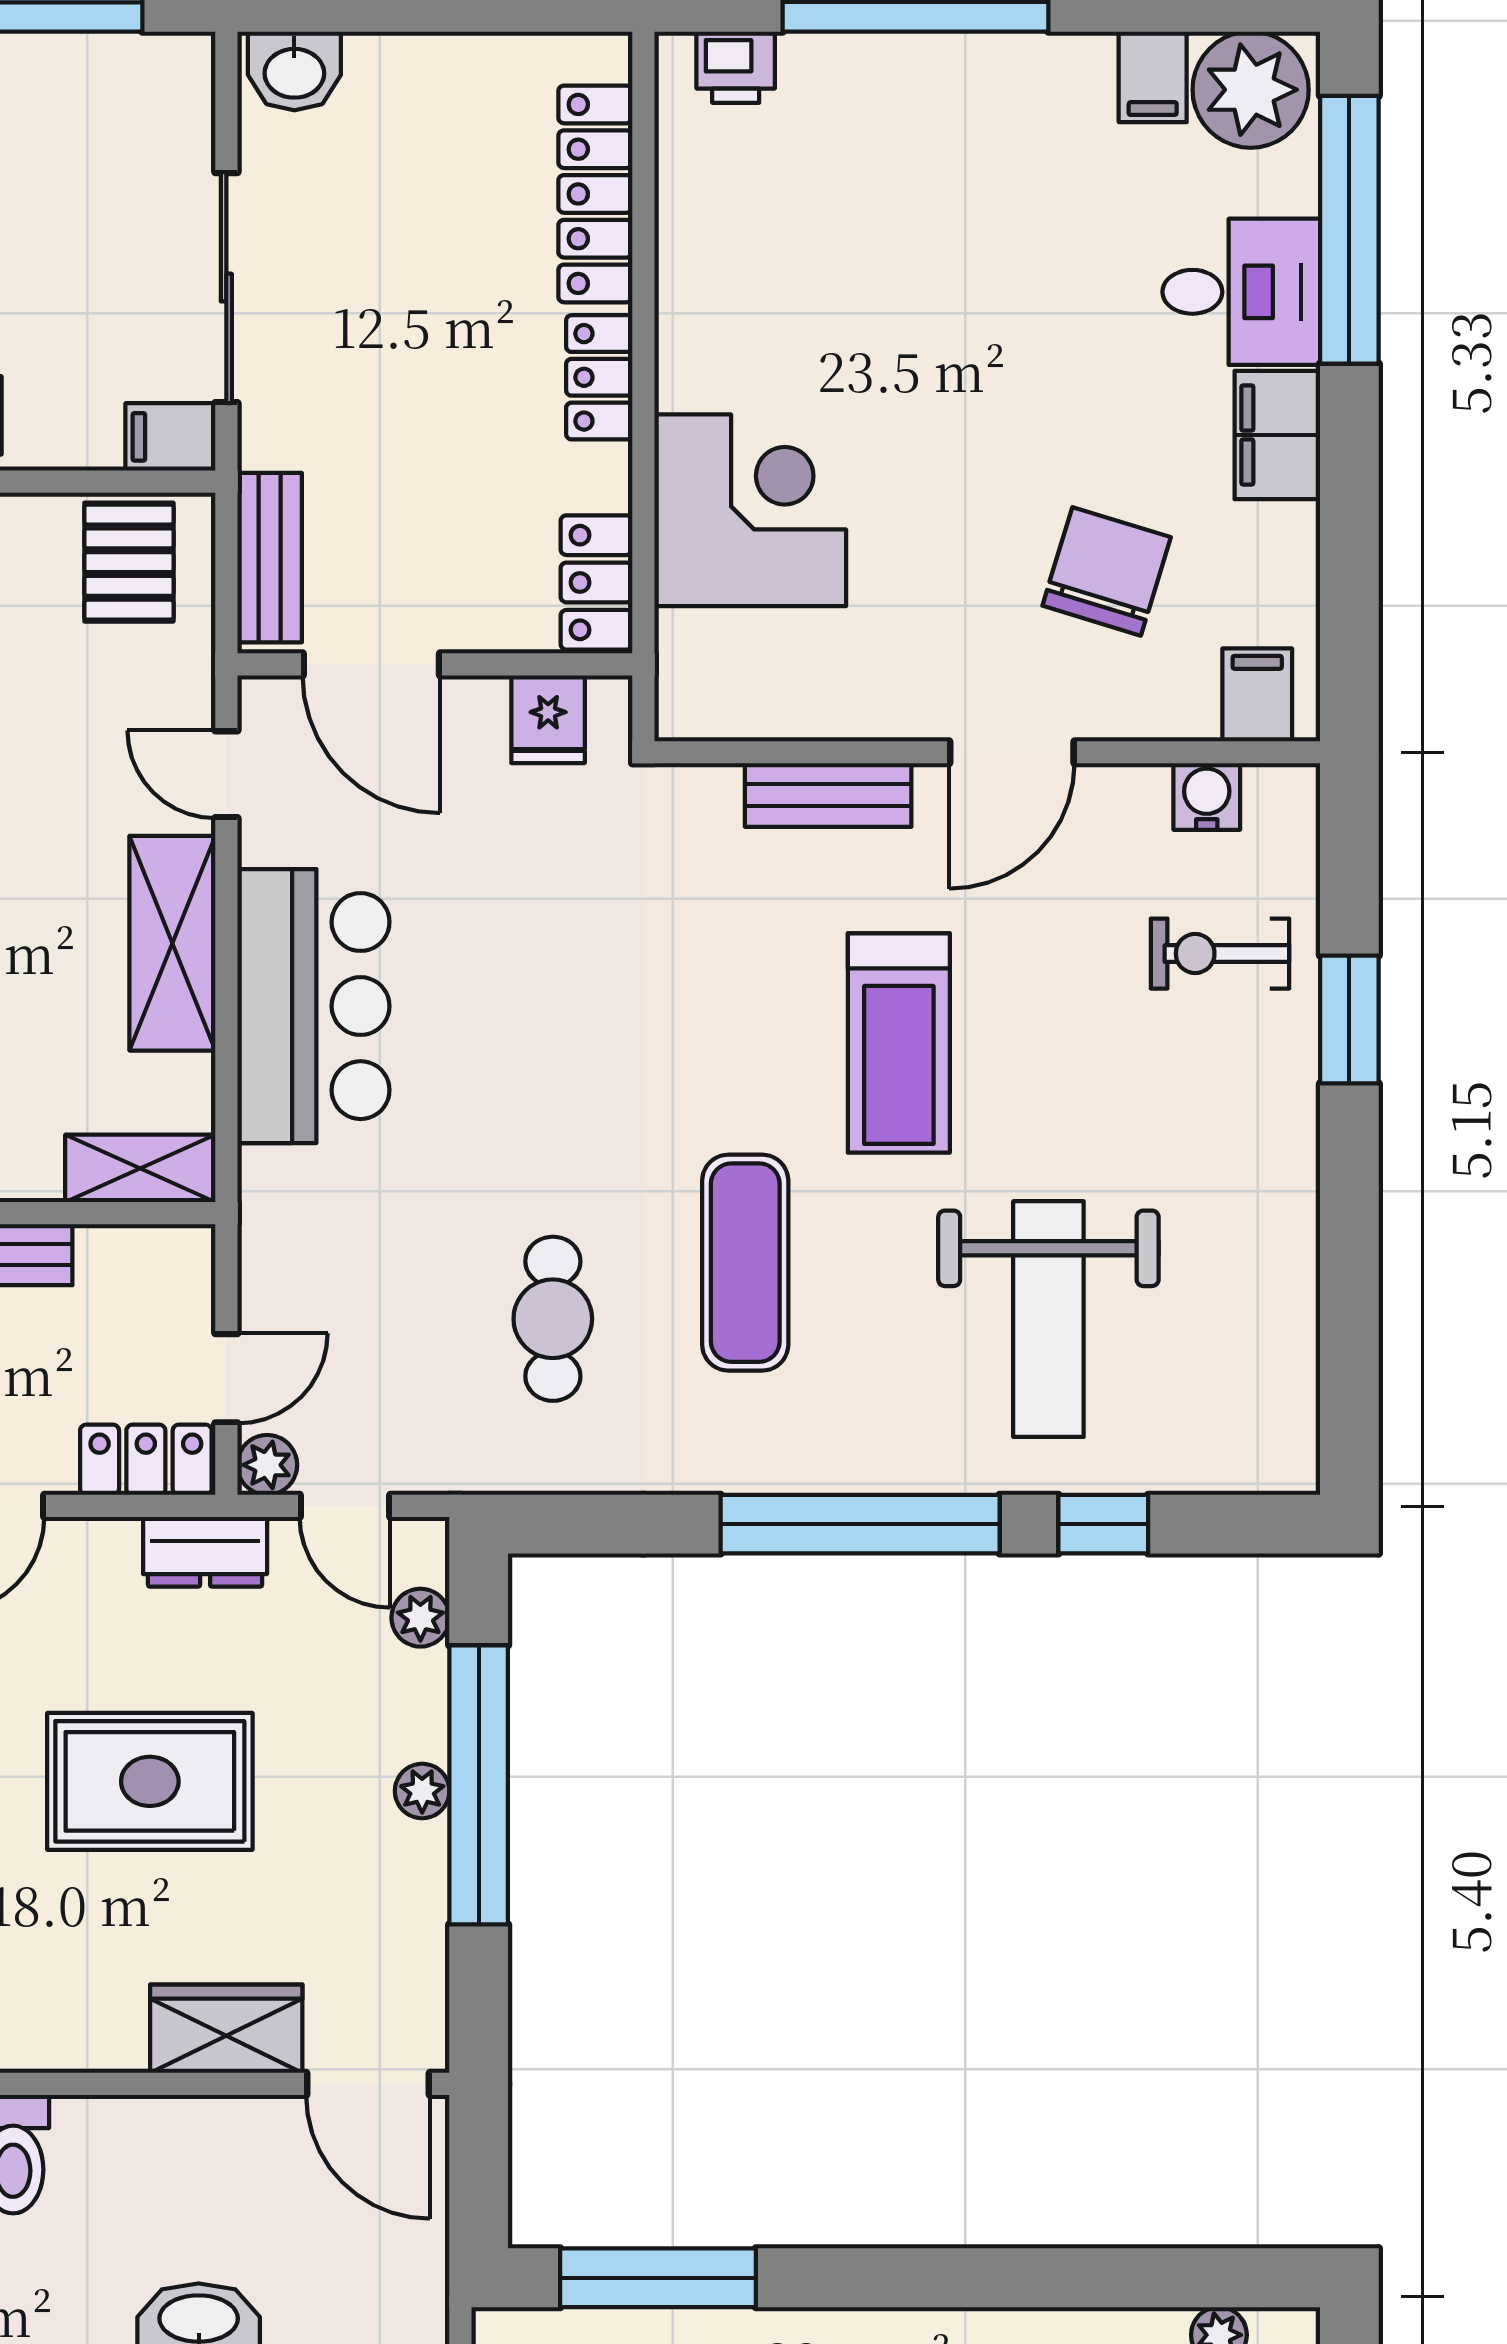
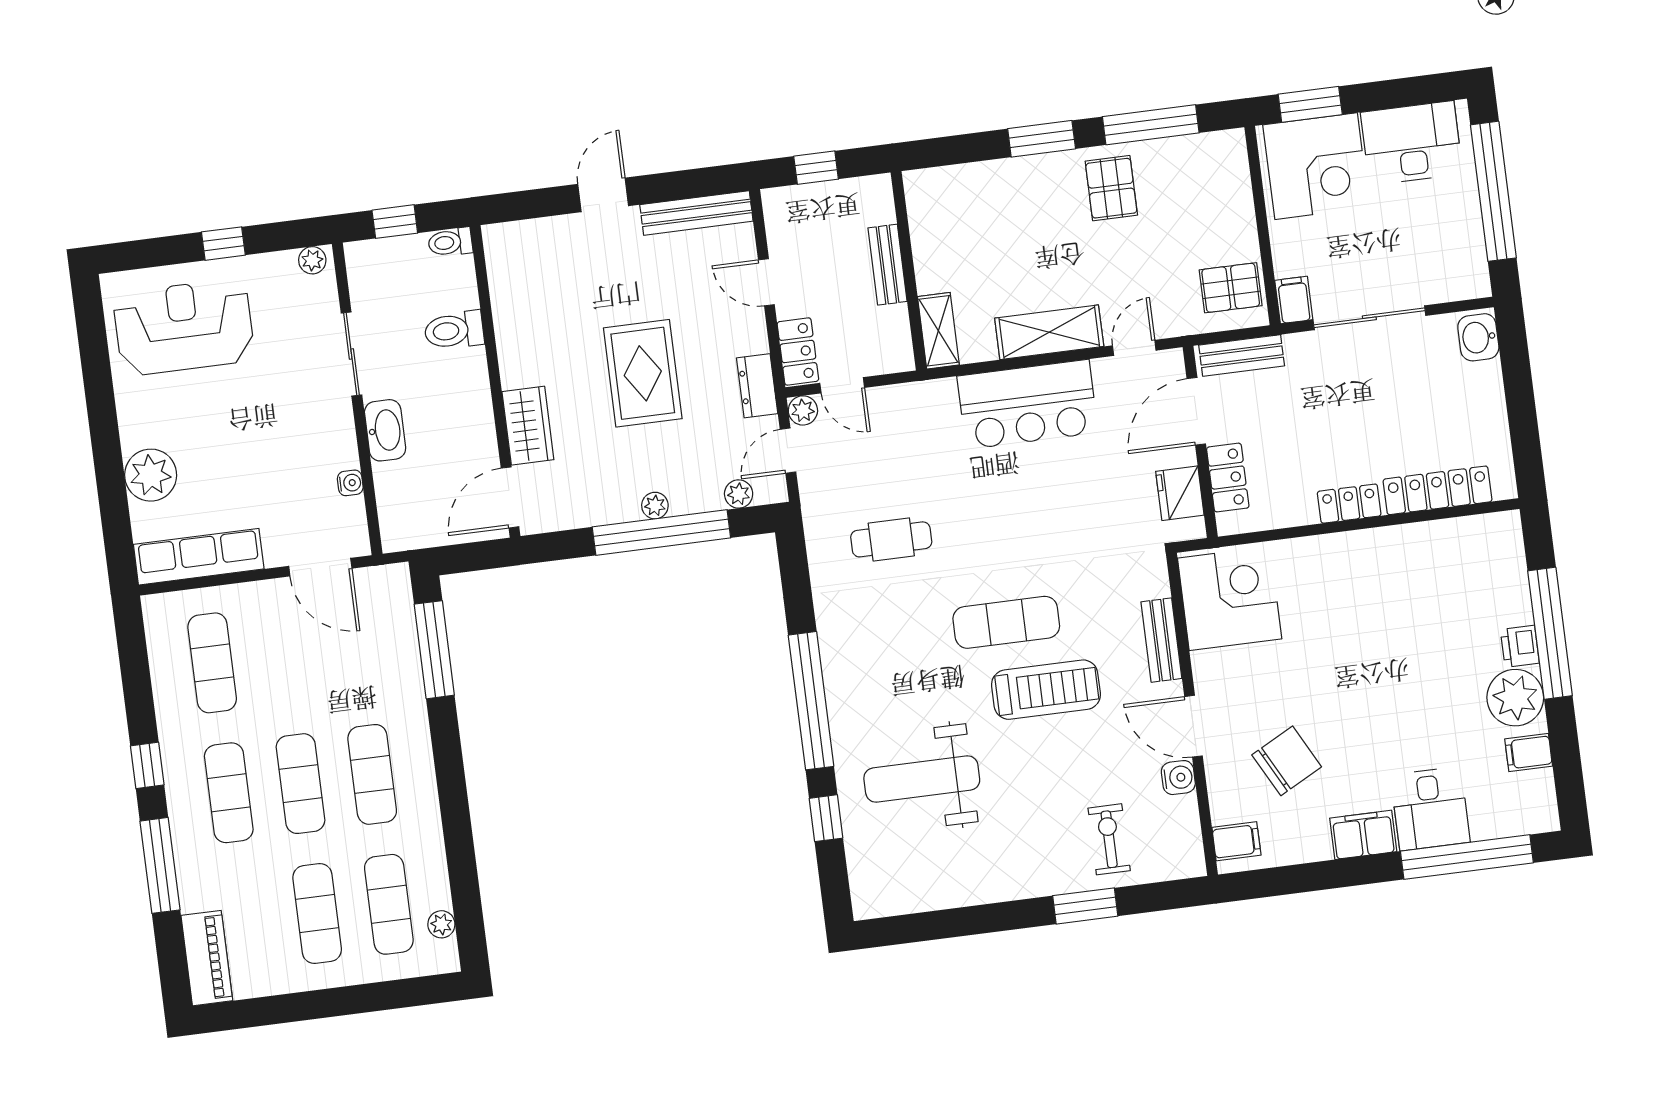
printer: (736, 67) -> (1520, 646), moved
plant: (1251, 90) -> (1515, 698), moved
corner desk: (750, 510) -> (1230, 598), moved, turned -90
chair: (1107, 571) -> (1287, 761), turned -45
locker: (596, 582) -> (1228, 478), moved, turned 90
fridge: (548, 719) -> (1180, 493), width x1.38
water cooler: (1207, 797) -> (1178, 778), moved
treadmill: (899, 1043) -> (1046, 690), turned 180
exercise mat: (745, 1263) -> (1006, 622), moved

